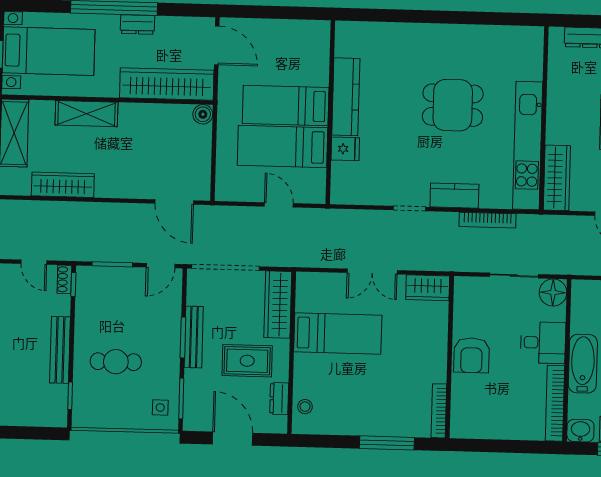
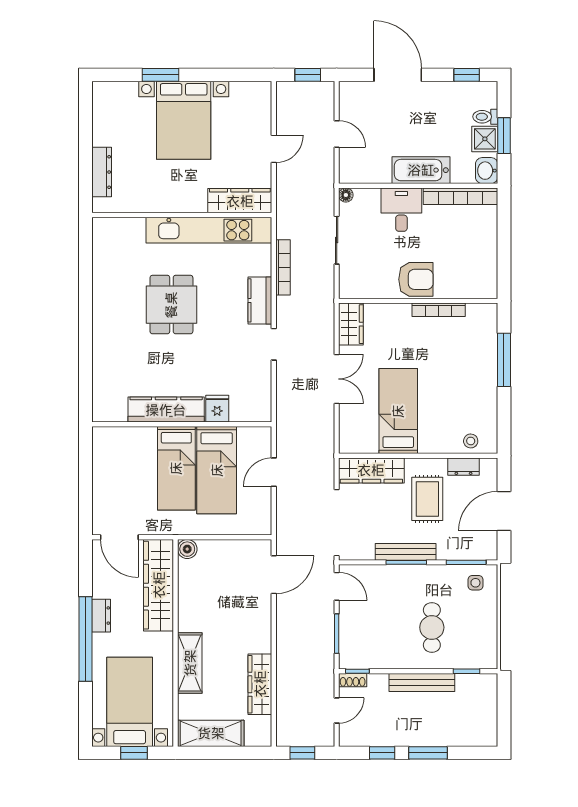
door: (217, 45) -> (119, 537), swing flipped
floor lamp: (553, 292) -> (346, 195), width x0.53, depth x0.53
bookcase: (439, 411) -> (439, 310), moved

